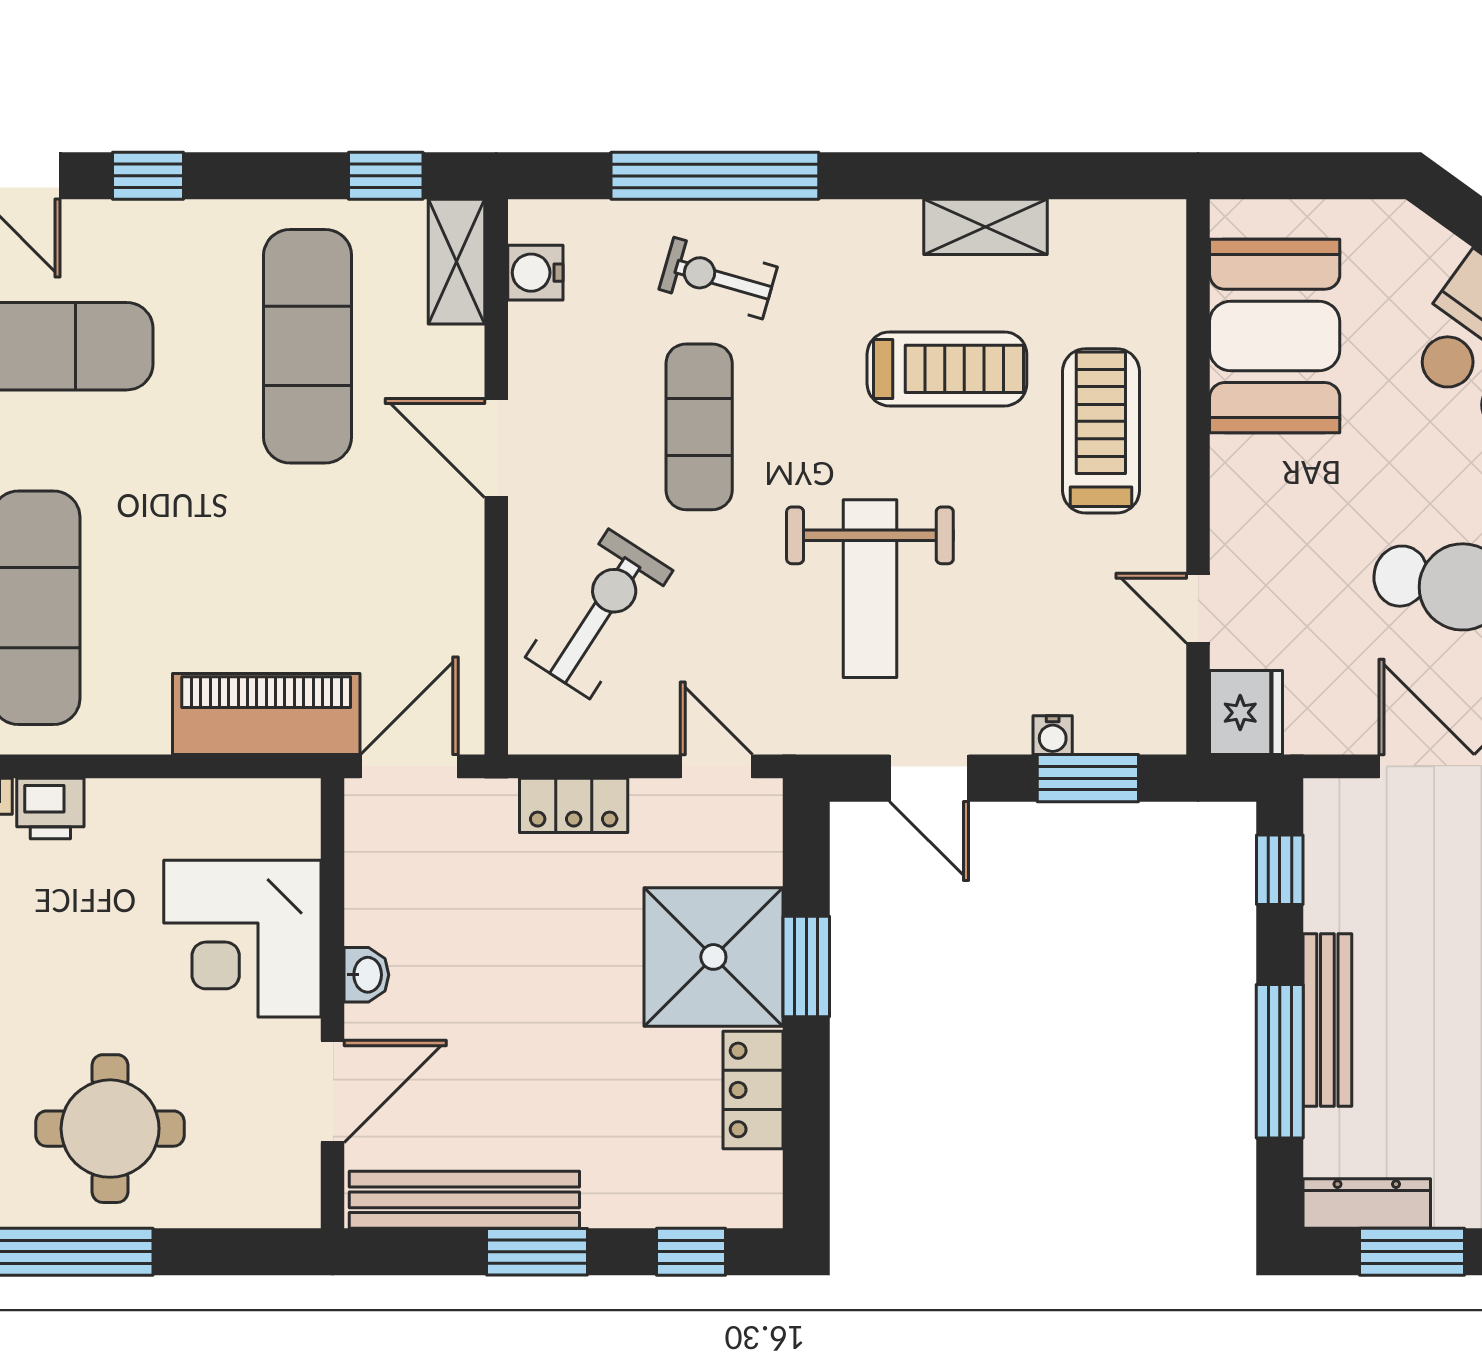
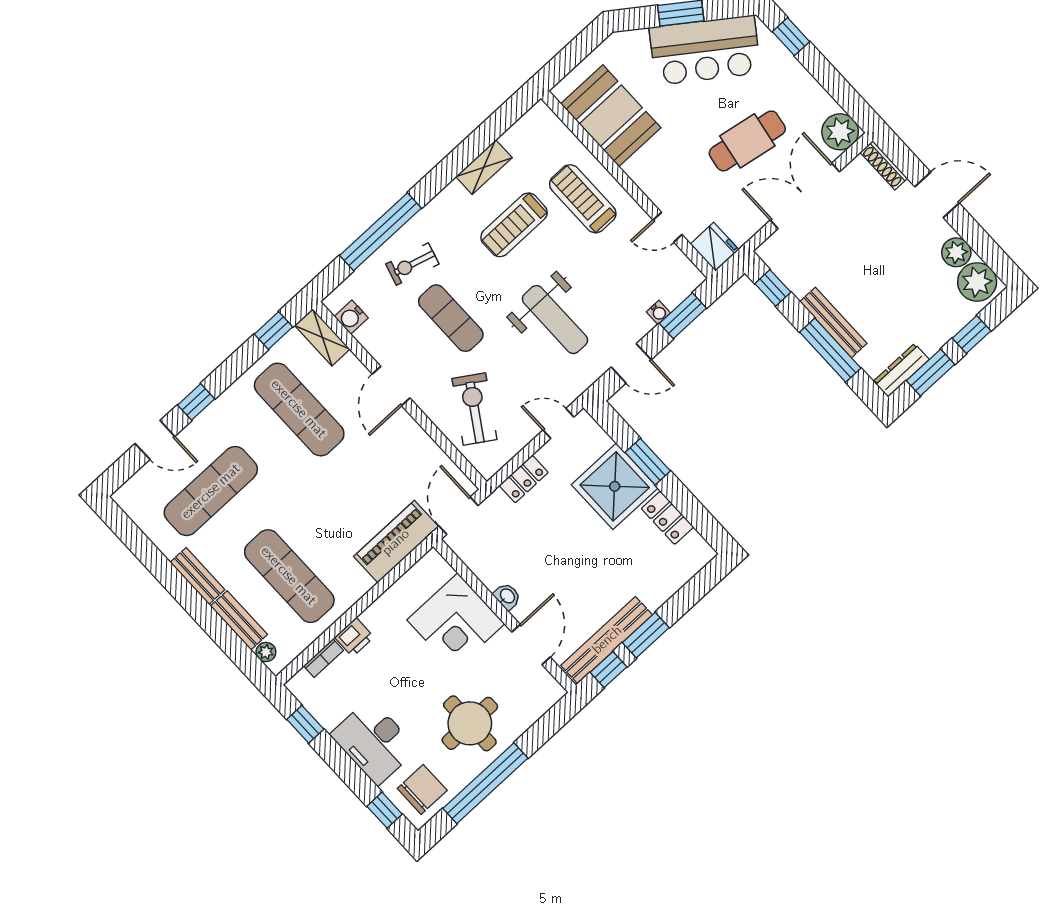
treadmill: (947, 369) -> (514, 225), turned 180
door: (496, 448) -> (391, 386), hinge flipped
window: (691, 1252) -> (609, 670), moved

